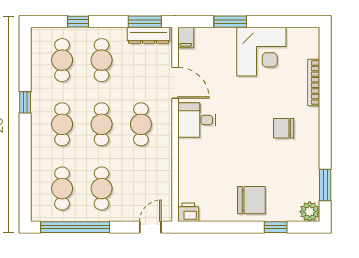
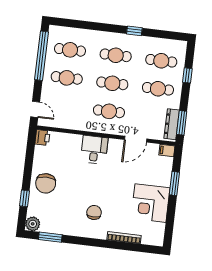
desk: (197, 120) -> (94, 150), moved

